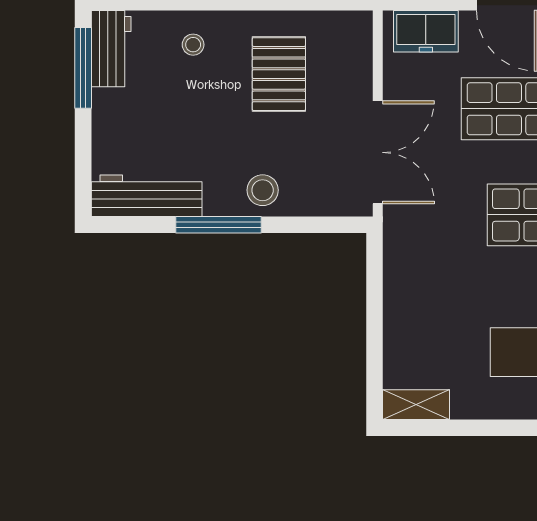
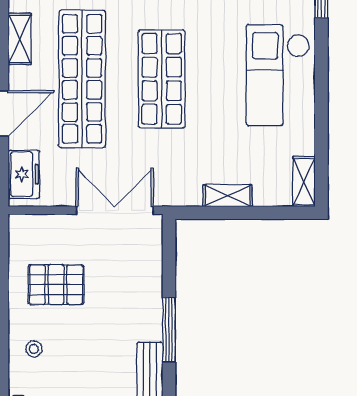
stool: (263, 190) -> (143, 297), removed
shelving: (397, 303) -> (228, 196), added

